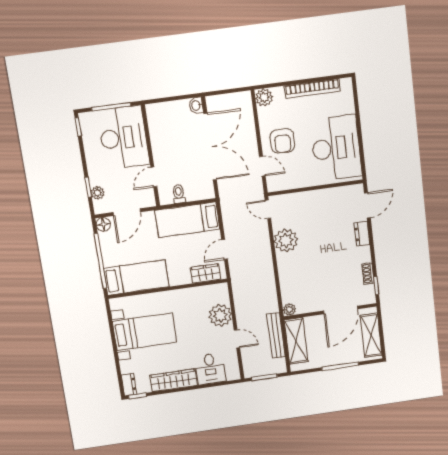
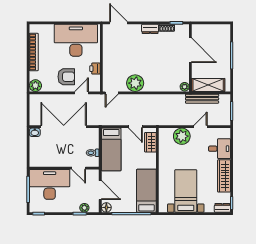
printer: (299, 181) -> (95, 69), added
dresser: (362, 234) -> (150, 29), moved
shelving: (371, 335) -> (212, 30), removed

